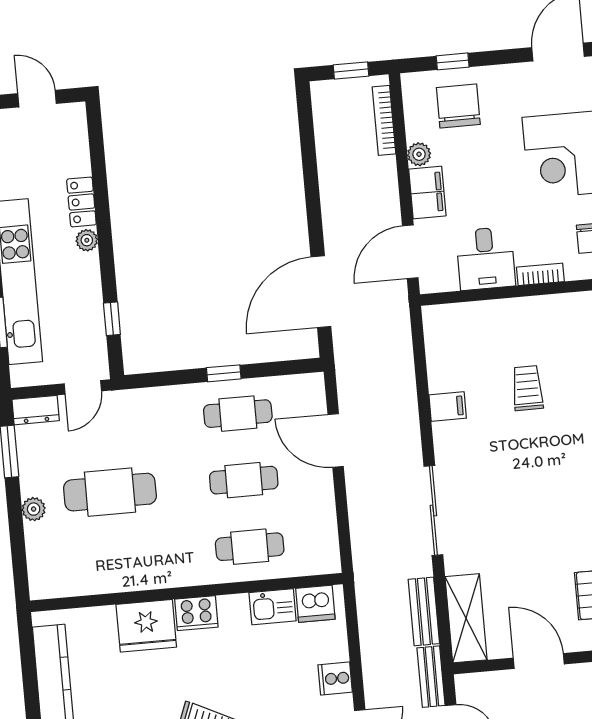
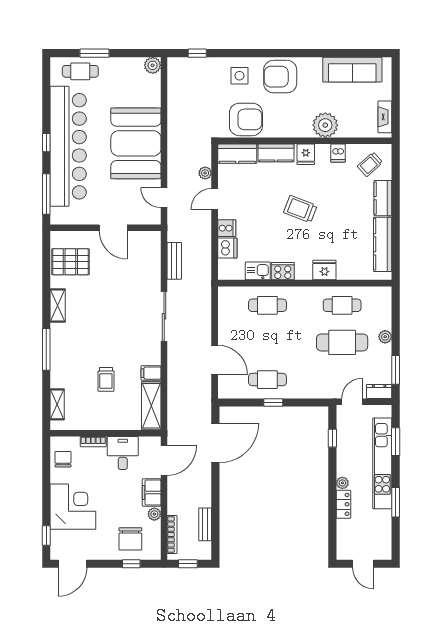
cafe table: (244, 480) -> (342, 305), moved
dishwasher: (315, 604) -> (227, 248), moved, turned 90
cooker: (196, 613) -> (283, 271), moved
shelving: (466, 618) -> (151, 406), moved
fridge: (146, 626) -> (324, 270), width x0.73, depth x0.75
bench: (431, 677) -> (205, 524), moved

